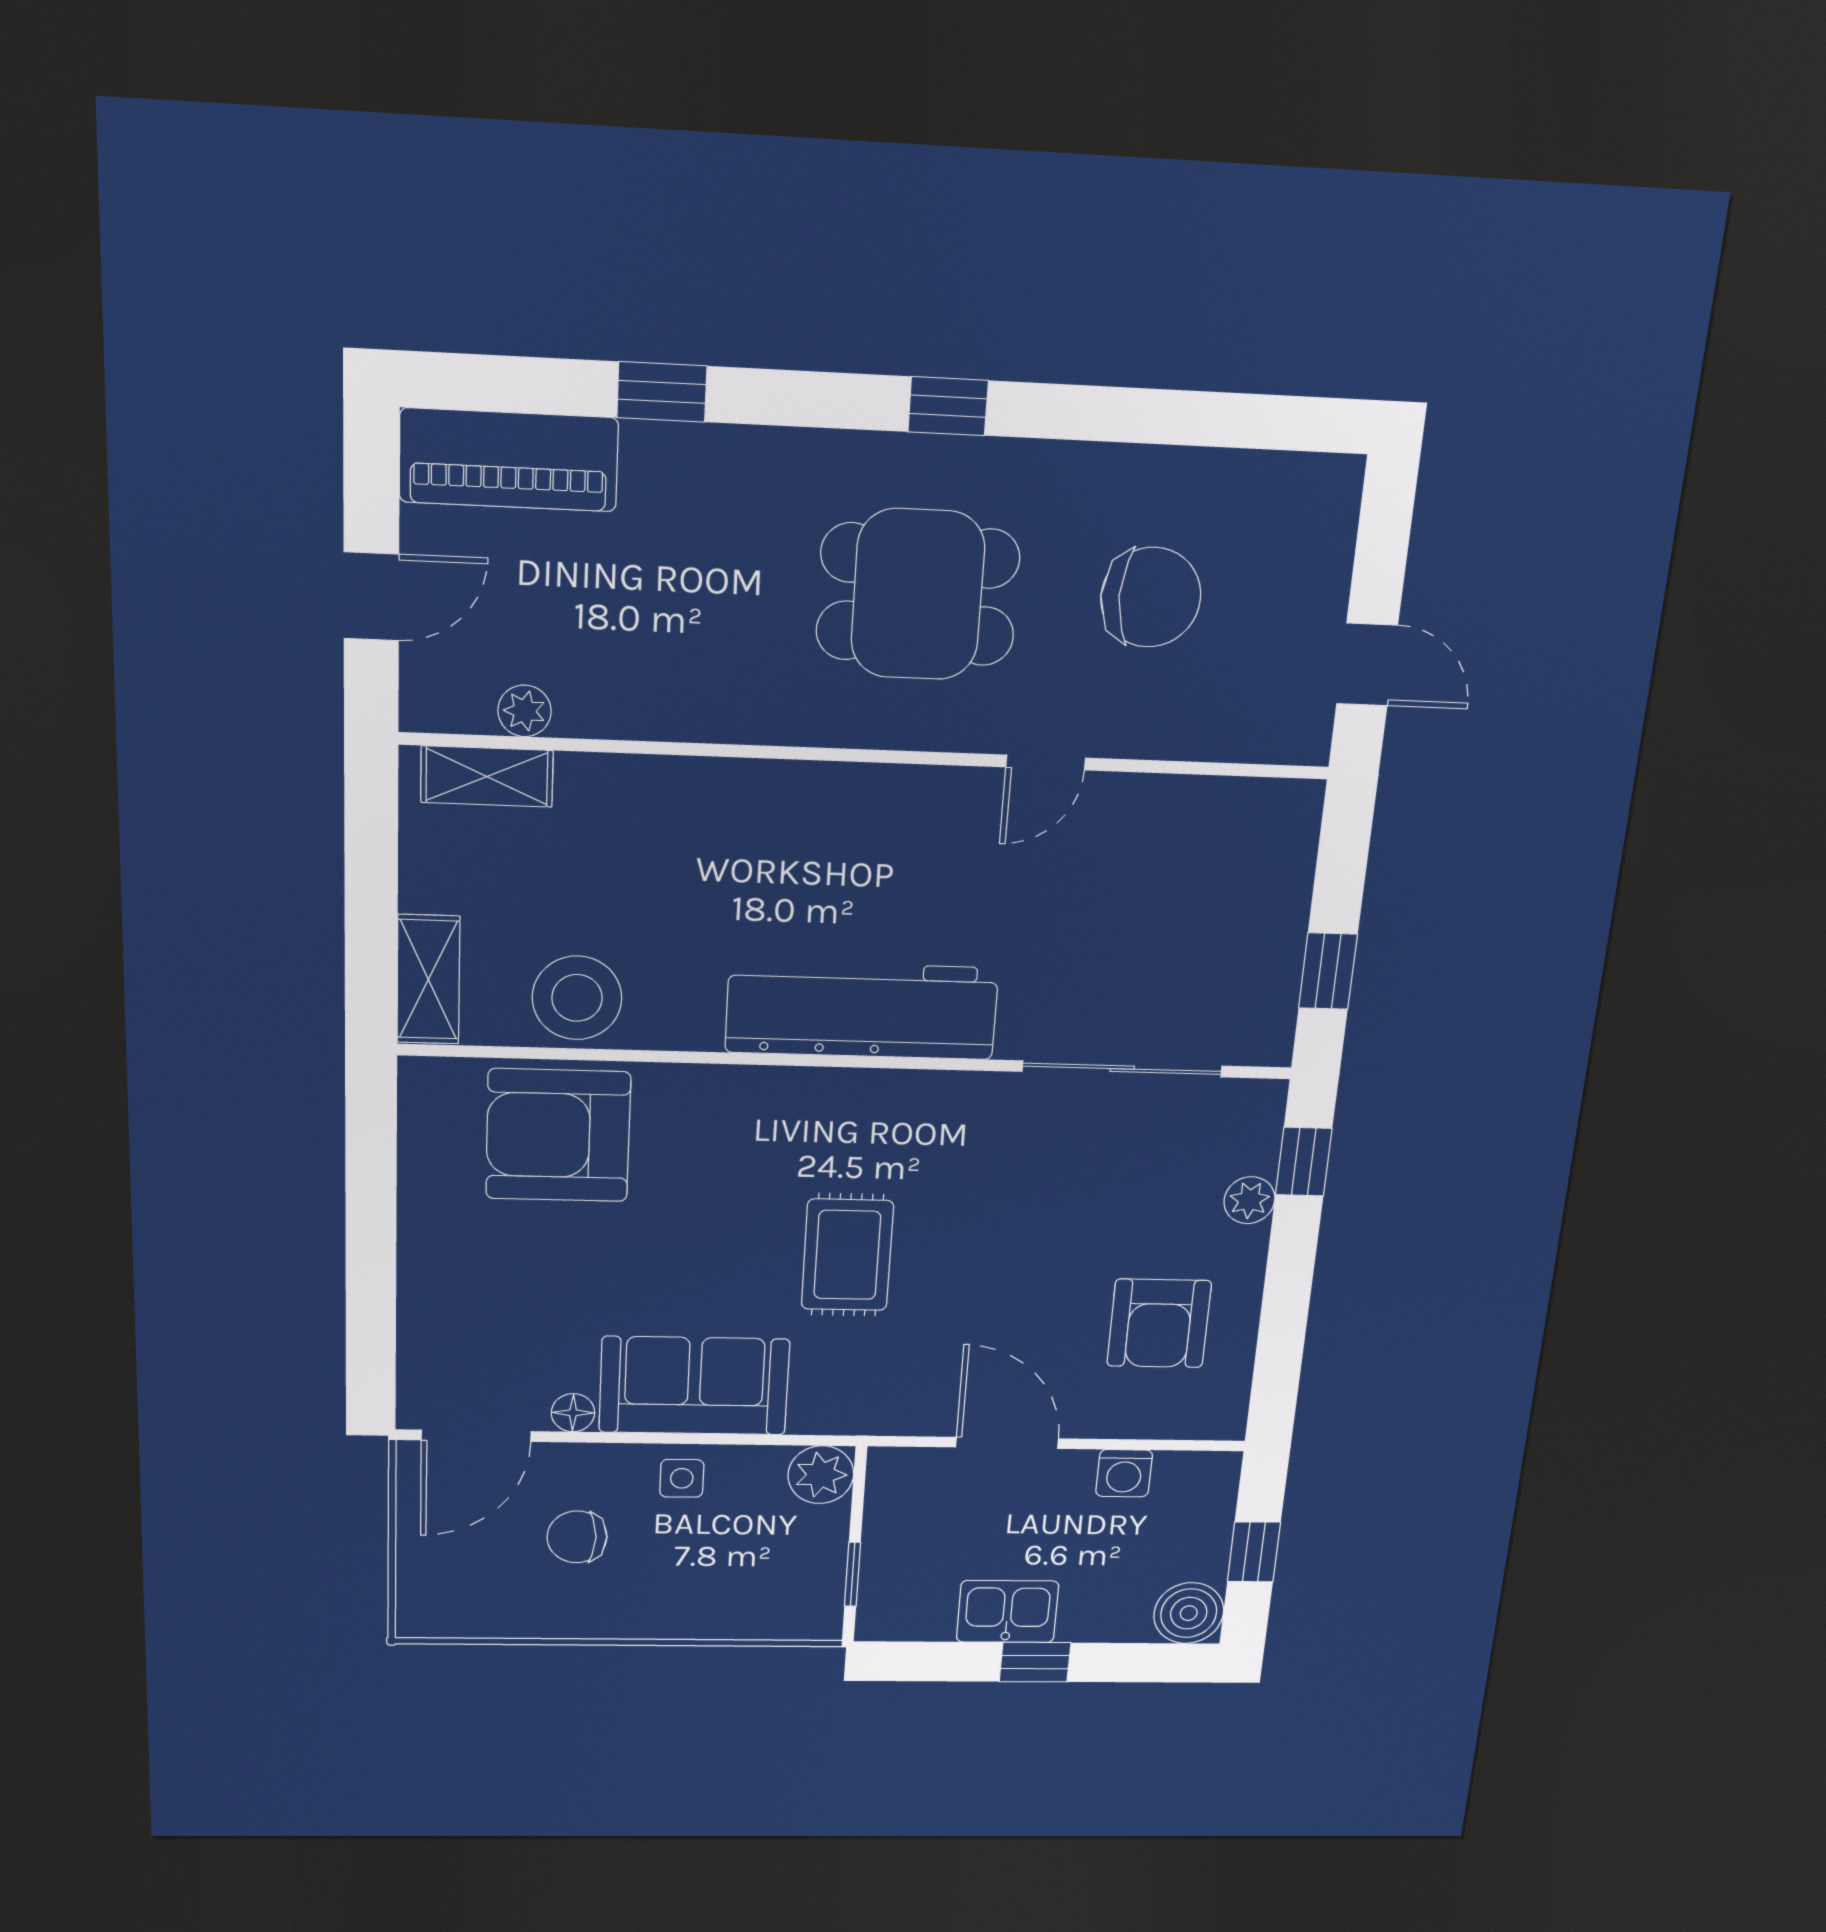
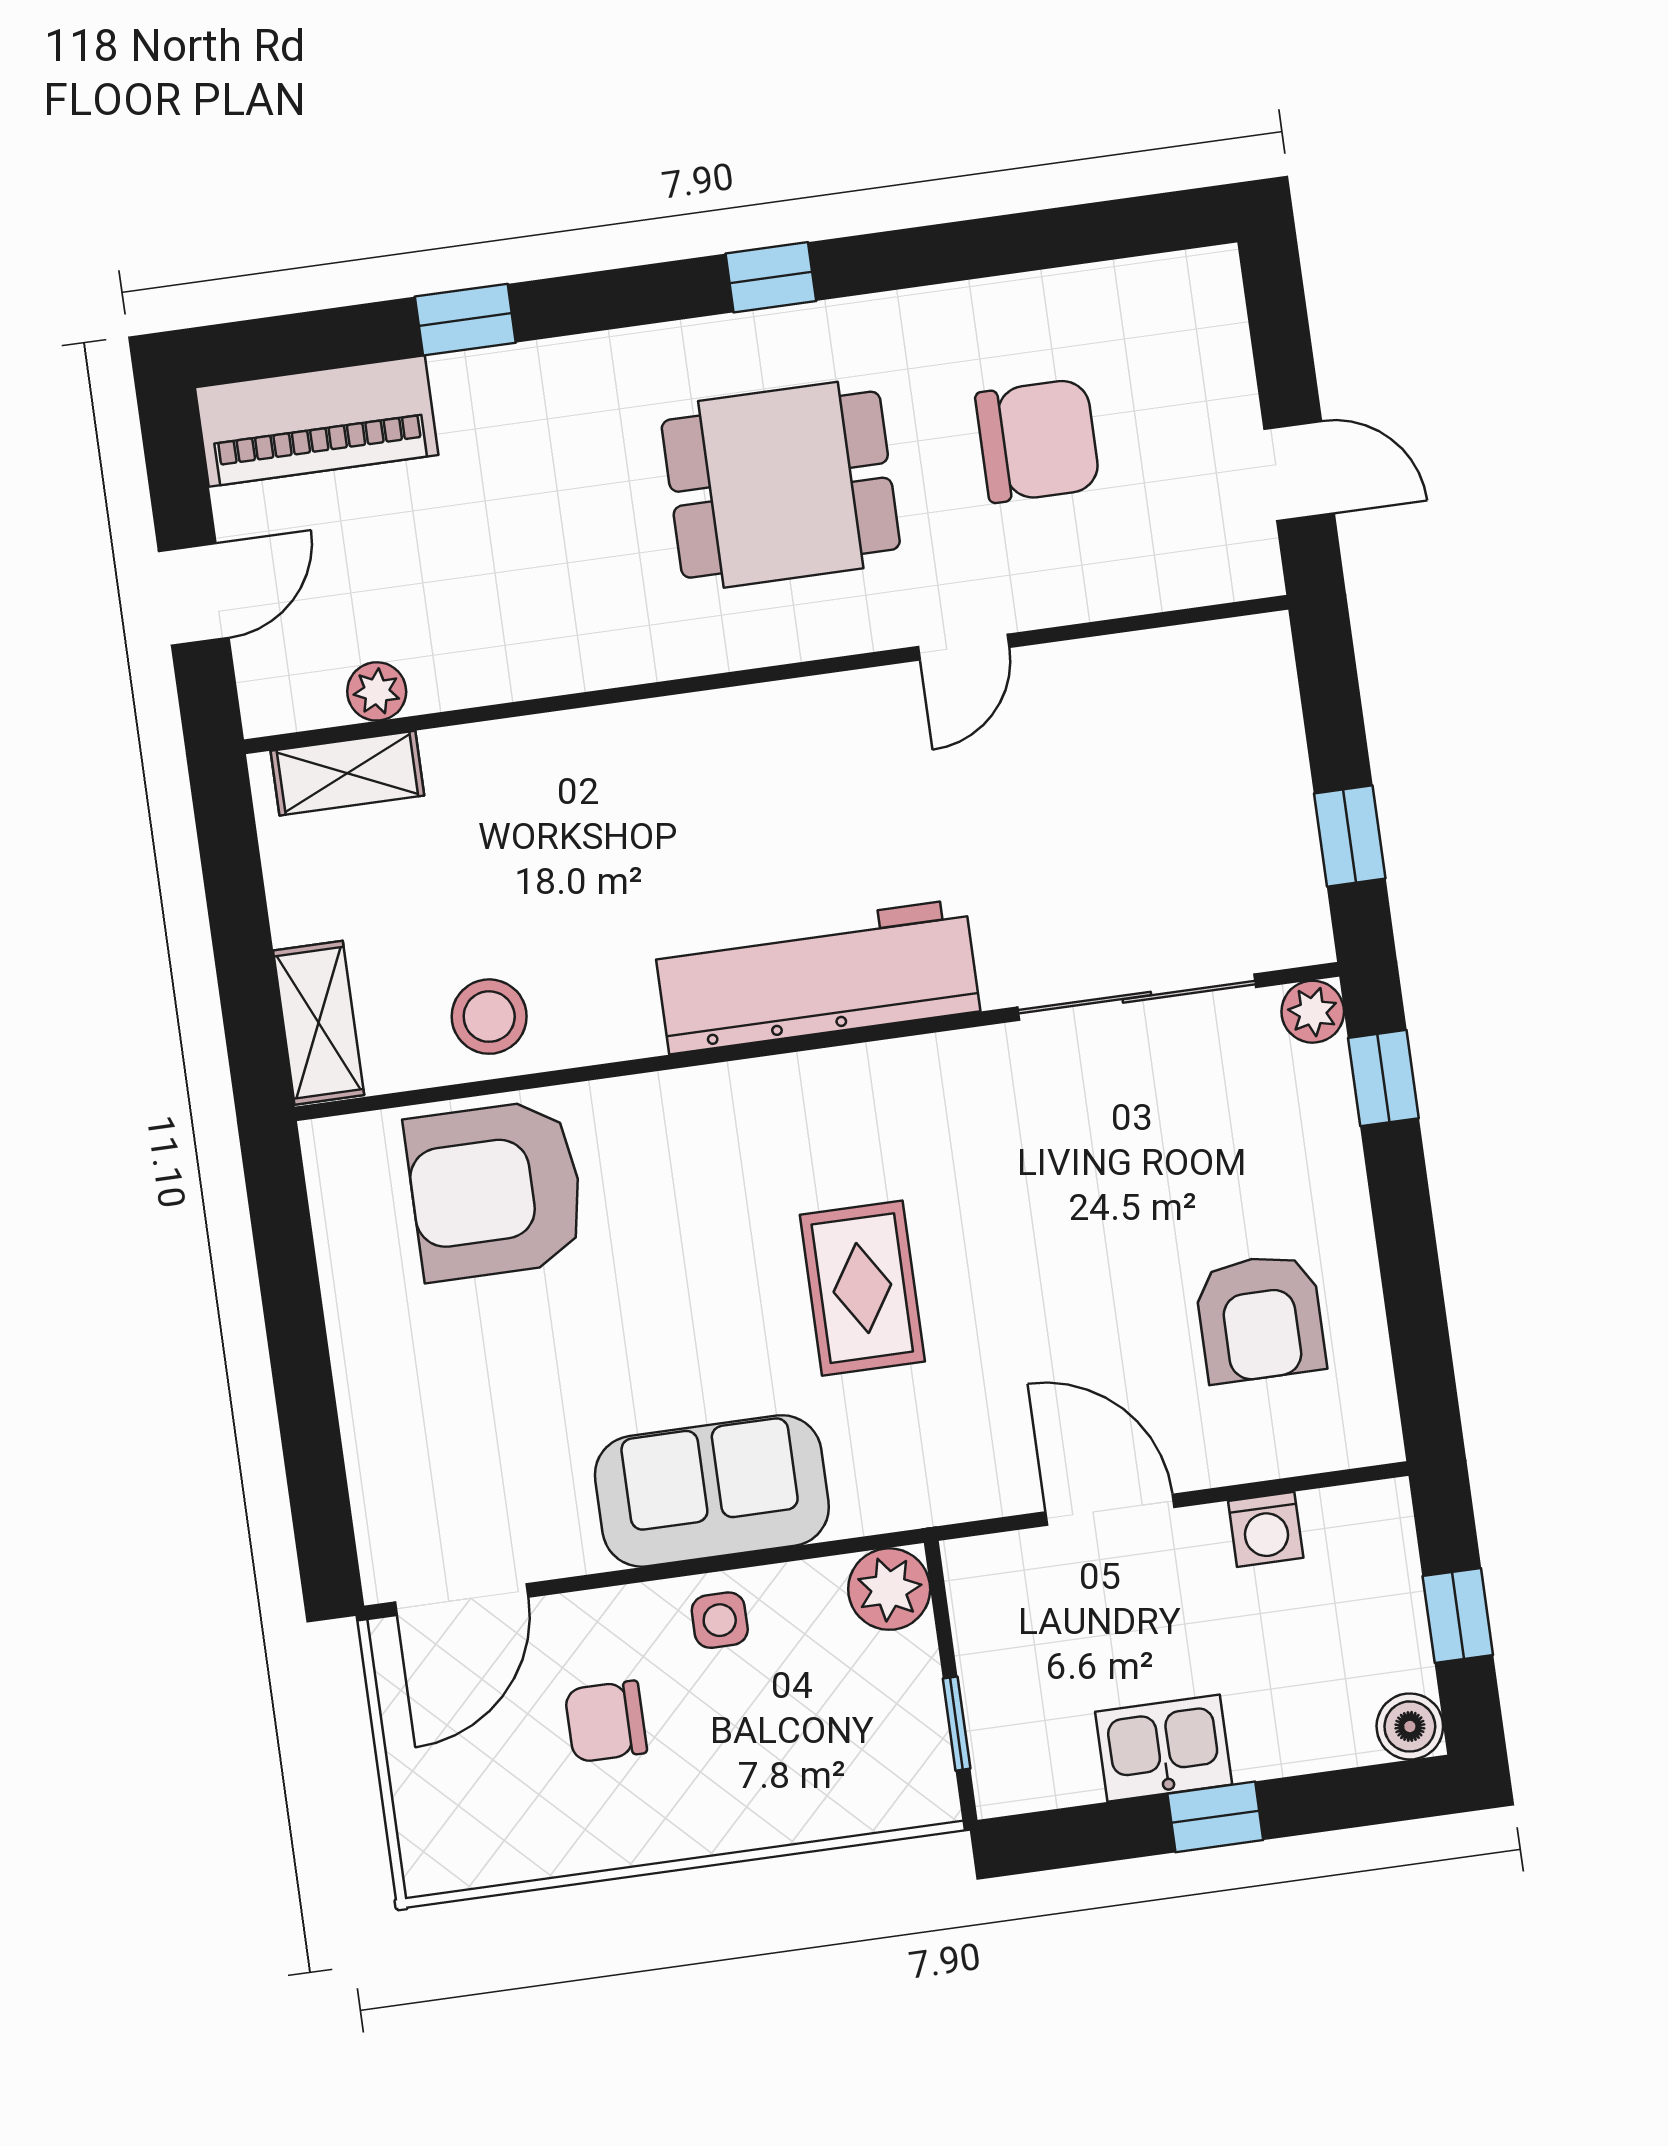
stool: (577, 998) -> (489, 1017), width x0.73, depth x0.73
plant: (1249, 1200) -> (1313, 1012), moved
floor lamp: (573, 1413) -> (573, 1550), removed
boiler: (1189, 1613) -> (1410, 1726), width x0.73, depth x0.73

